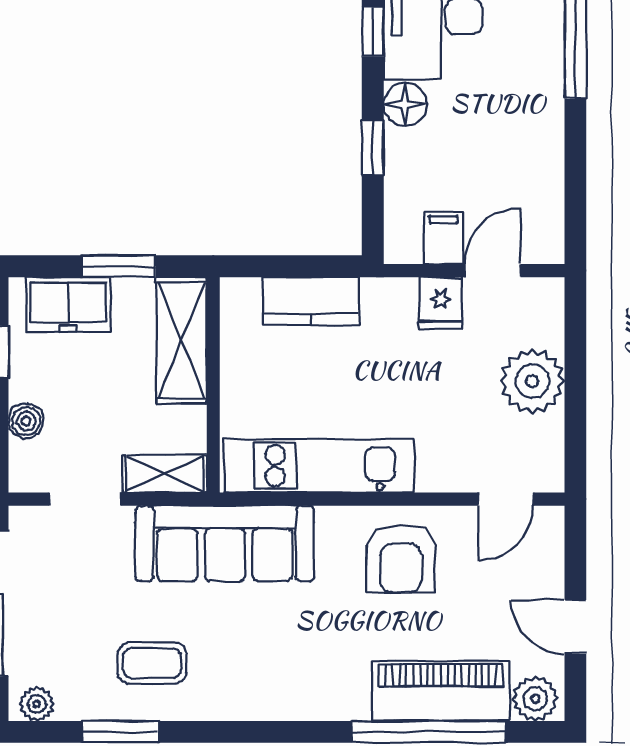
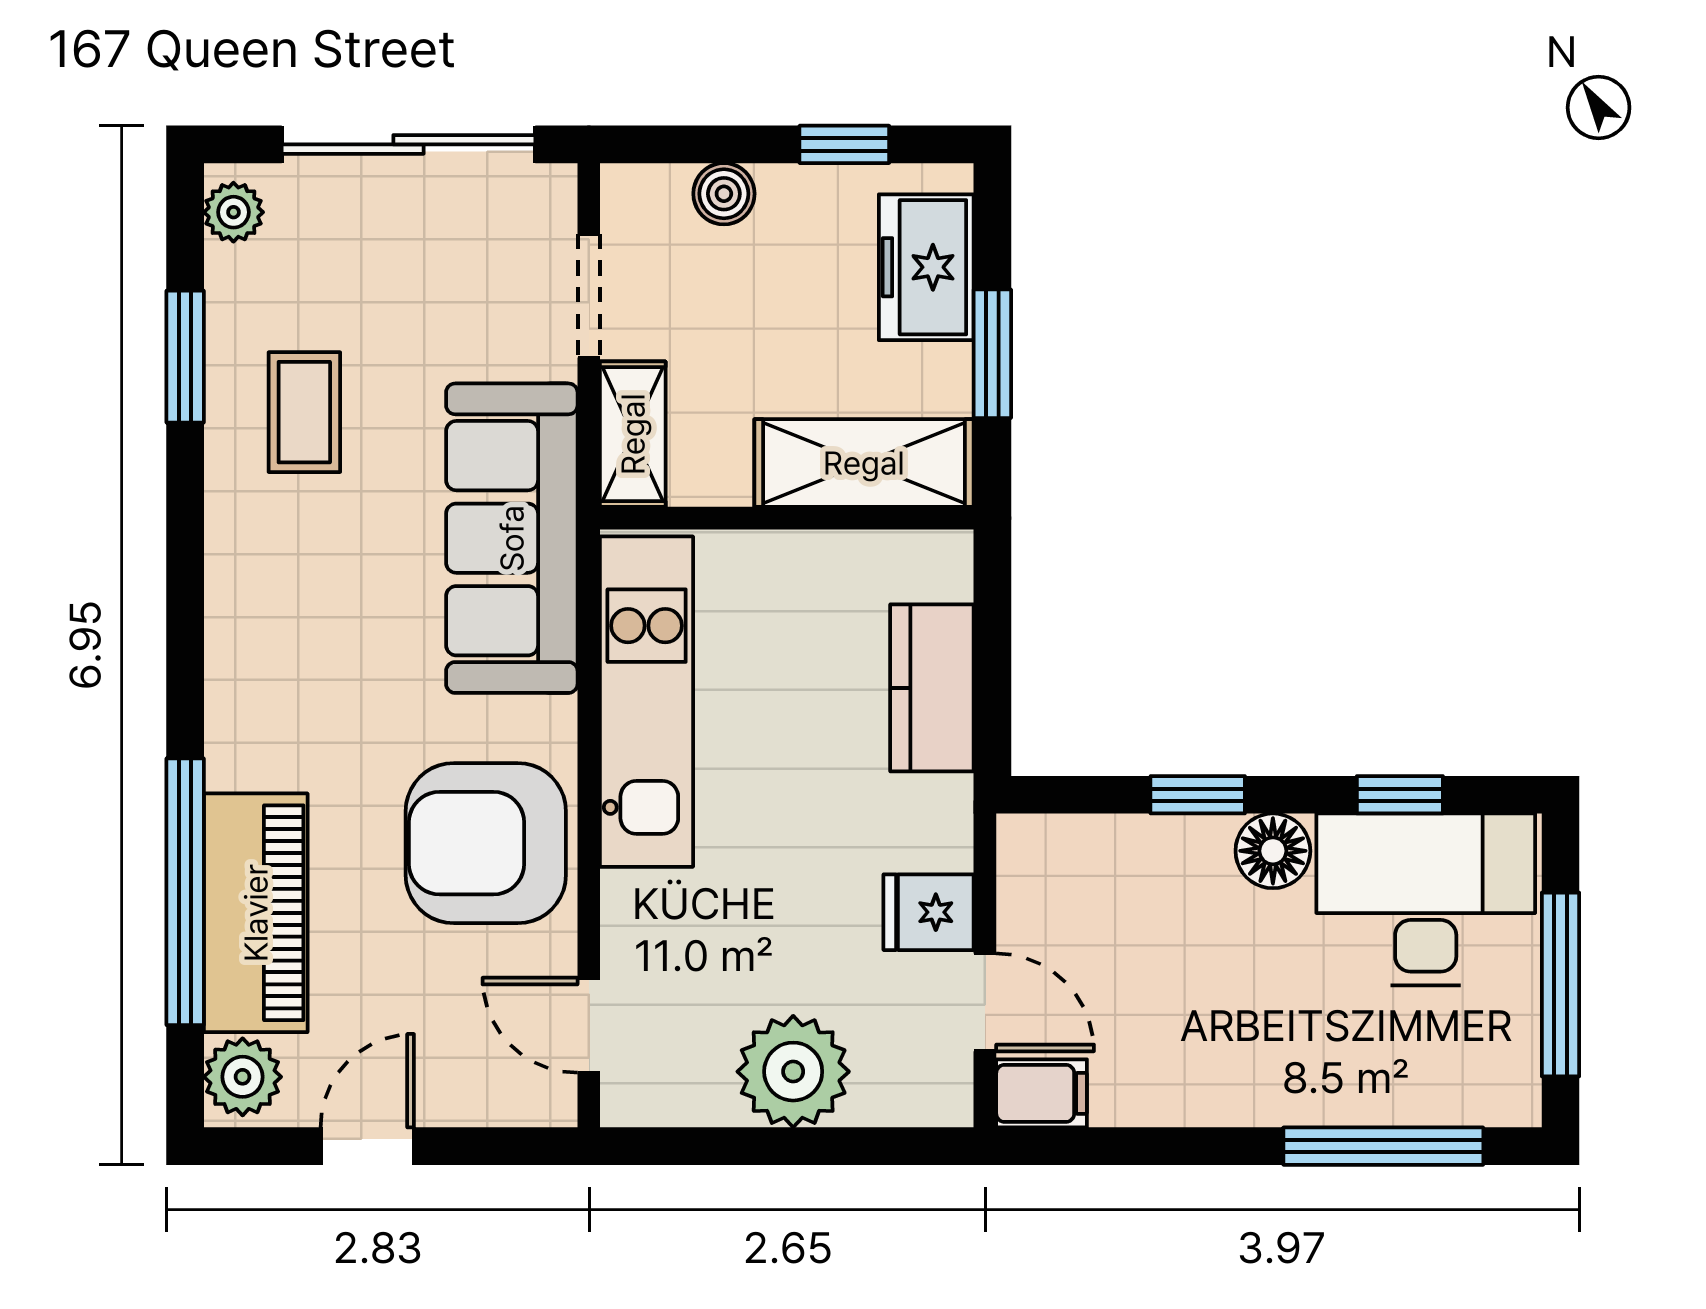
filing cabinet: (444, 238) -> (1042, 1093), moved
armchair: (401, 558) -> (486, 843), width x1.36, depth x1.36

